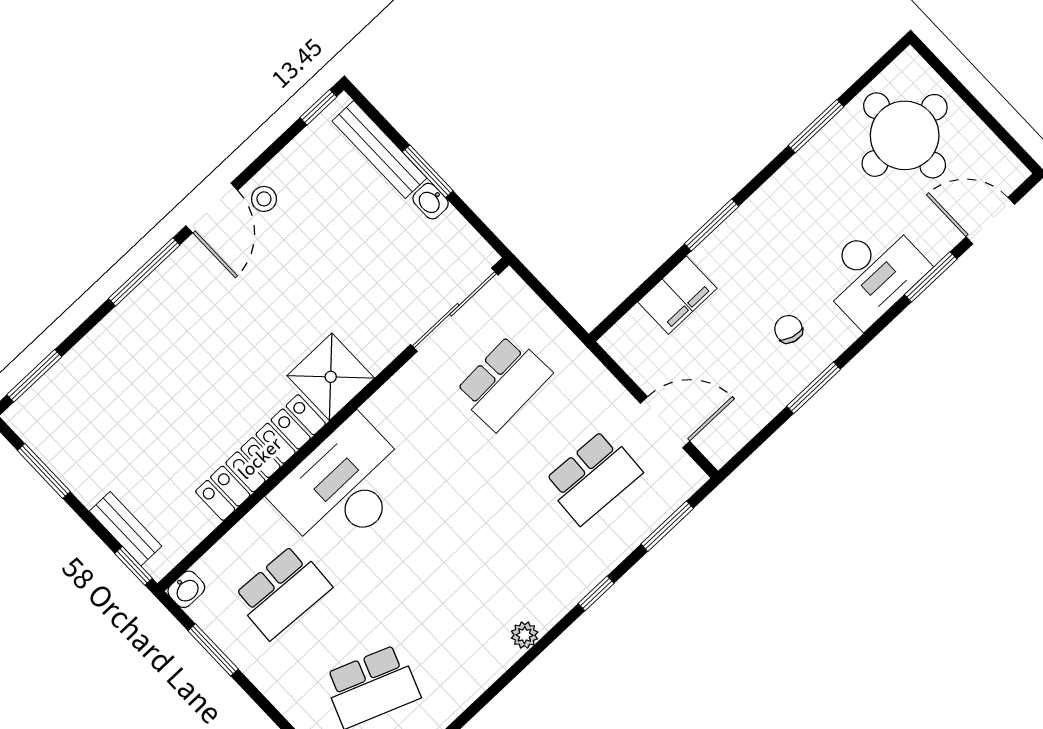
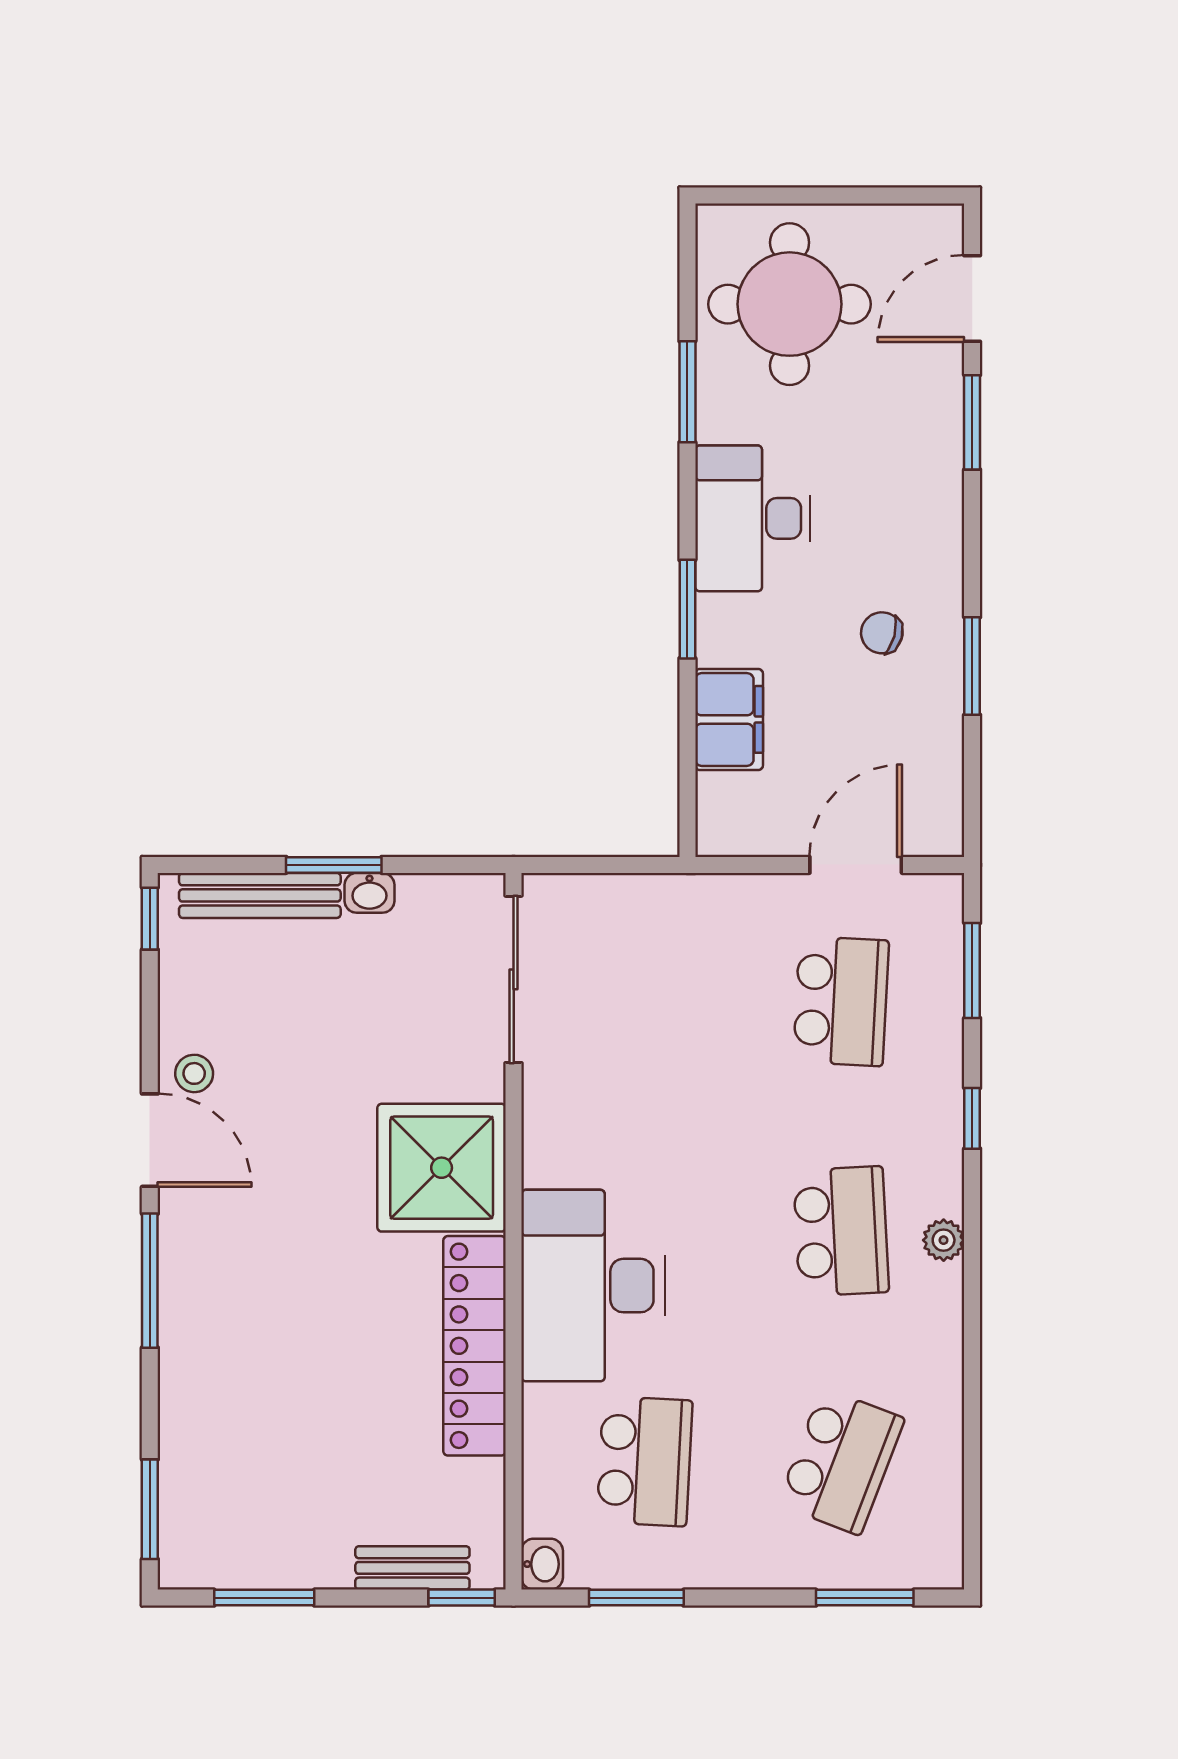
desk: (873, 272) -> (753, 518), moved, turned 180
shower: (331, 377) -> (442, 1168), width x1.37, depth x1.37
school desk: (504, 383) -> (841, 1231), moved

